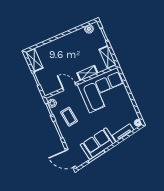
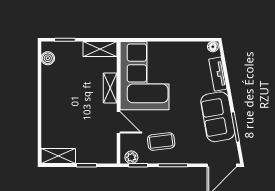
door: (69, 87) -> (118, 122), swing flipped

